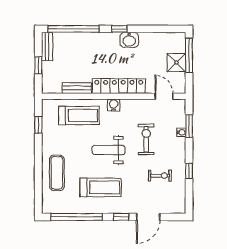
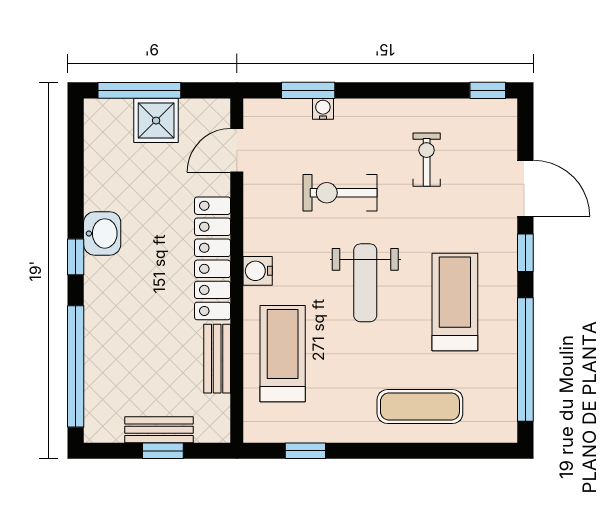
bench: (47, 46) -> (159, 430), moved
window: (189, 171) -> (488, 90), moved

